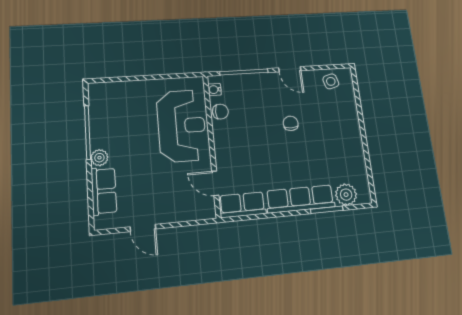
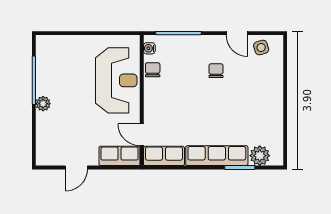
door: (290, 69) -> (237, 33), moved
chair: (220, 112) -> (153, 70), turned -90
chair: (291, 123) -> (216, 71), moved
row of seats: (104, 191) -> (120, 156), moved, turned -90
door: (143, 228) -> (76, 167), hinge flipped

